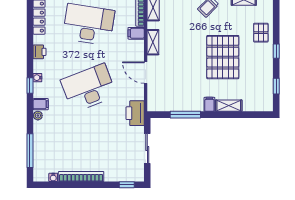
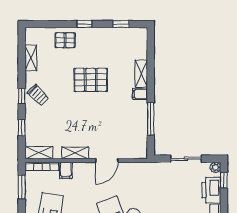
pallet: (223, 57) -> (91, 80), width x0.73, depth x0.71
printer: (135, 113) -> (211, 190), moved, turned 90
plant: (139, 177) -> (215, 167), added

